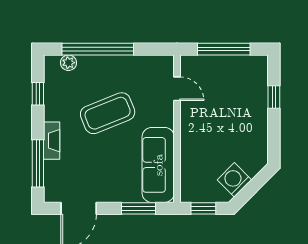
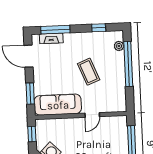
door: (177, 89) -> (92, 115), moved
coffee table: (108, 113) -> (89, 72), width x0.73, depth x0.76
fireplace: (52, 141) -> (51, 38), moved

